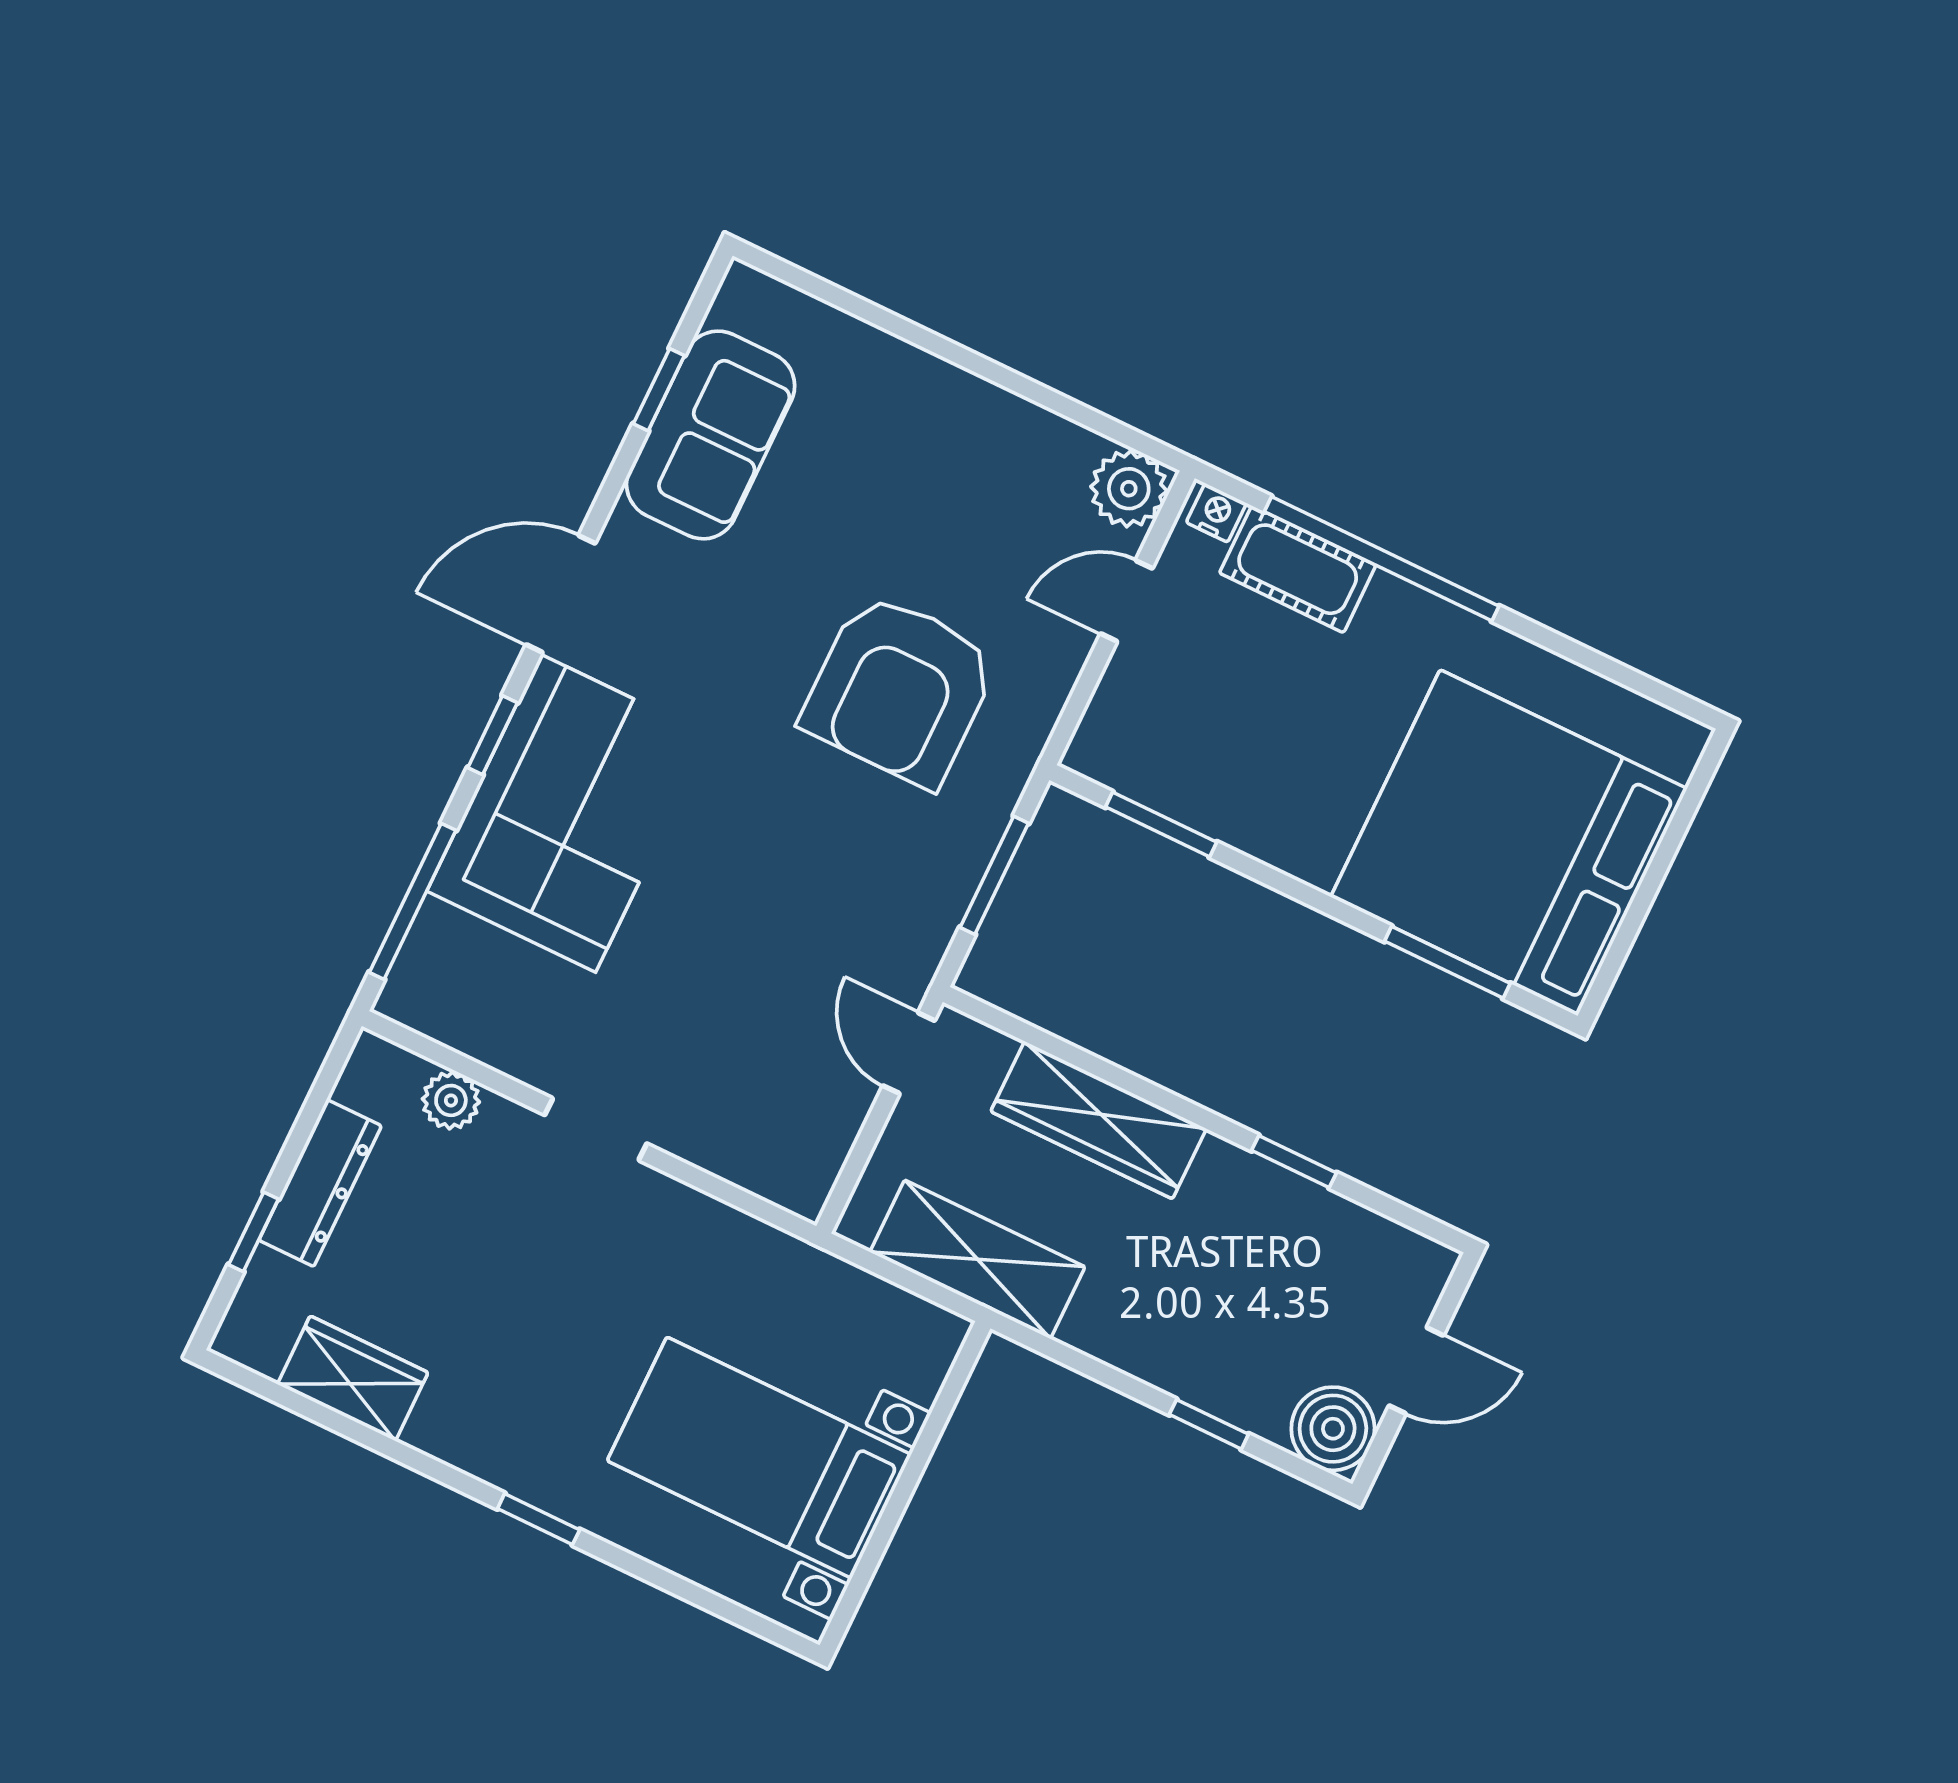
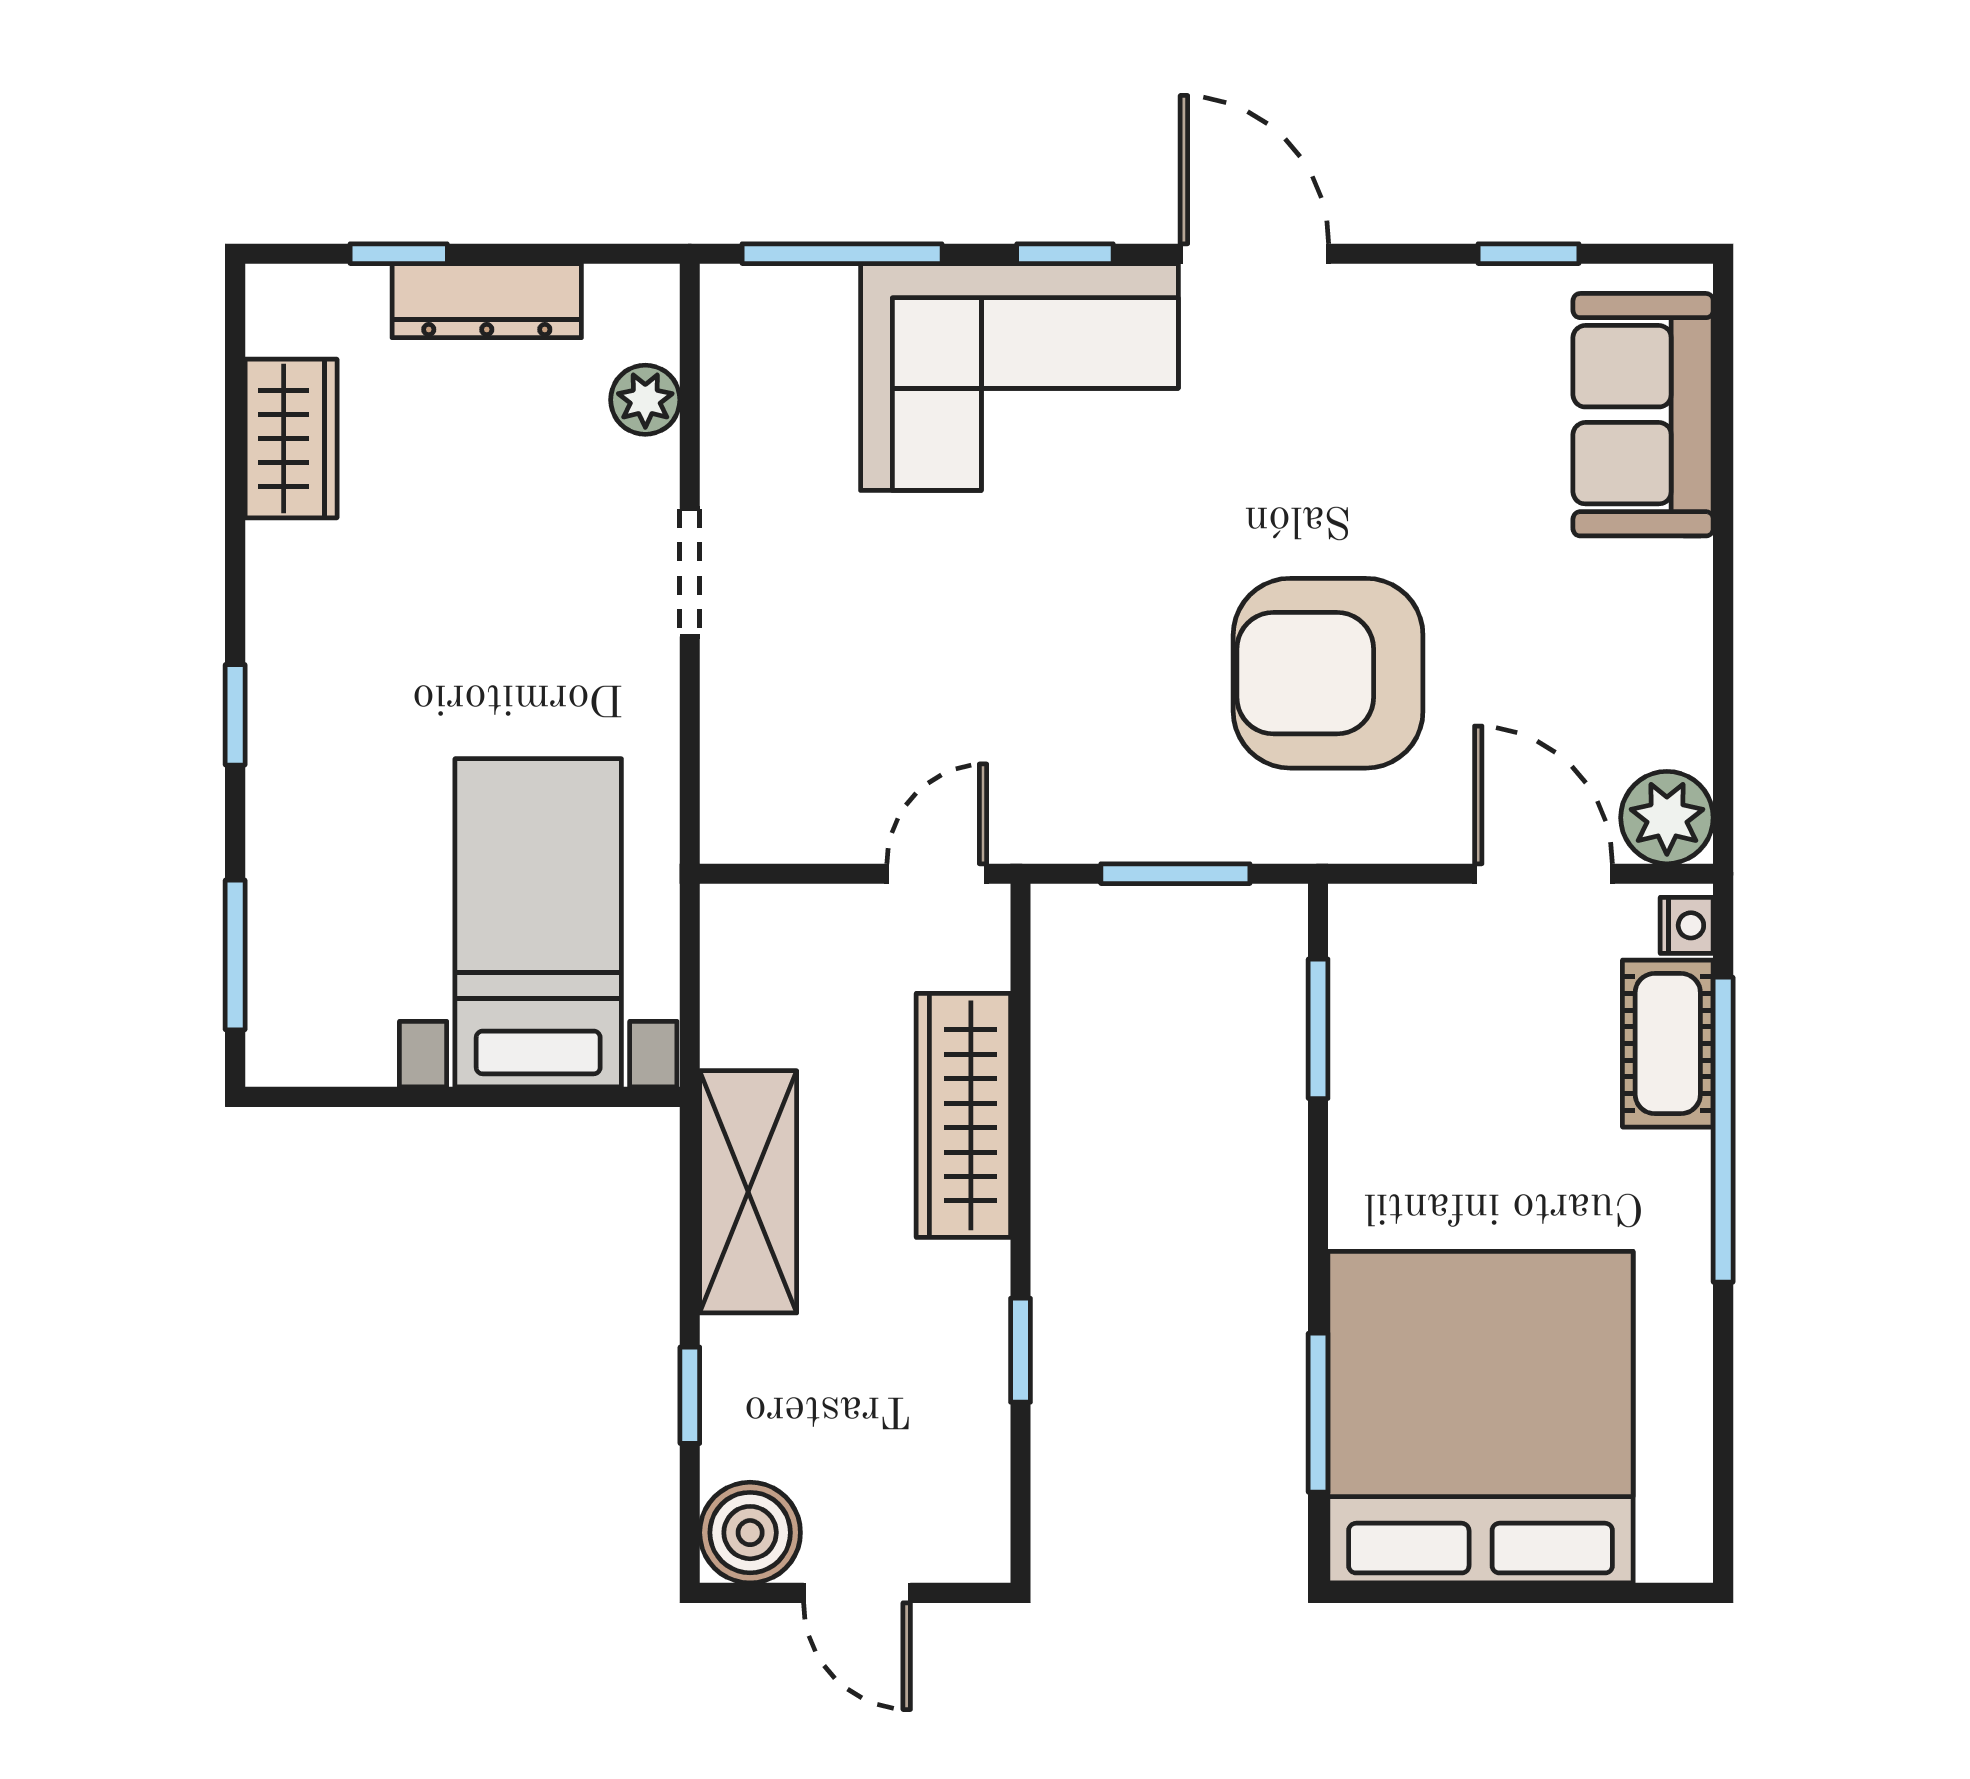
sofa: (711, 435) -> (1643, 415), moved, turned 90
door: (1126, 601) -> (1543, 874), width x1.38
shelving: (977, 1259) -> (748, 1192), moved
bed with nightstands: (759, 1458) -> (538, 923), moved
window: (718, 1605) -> (235, 955), added

